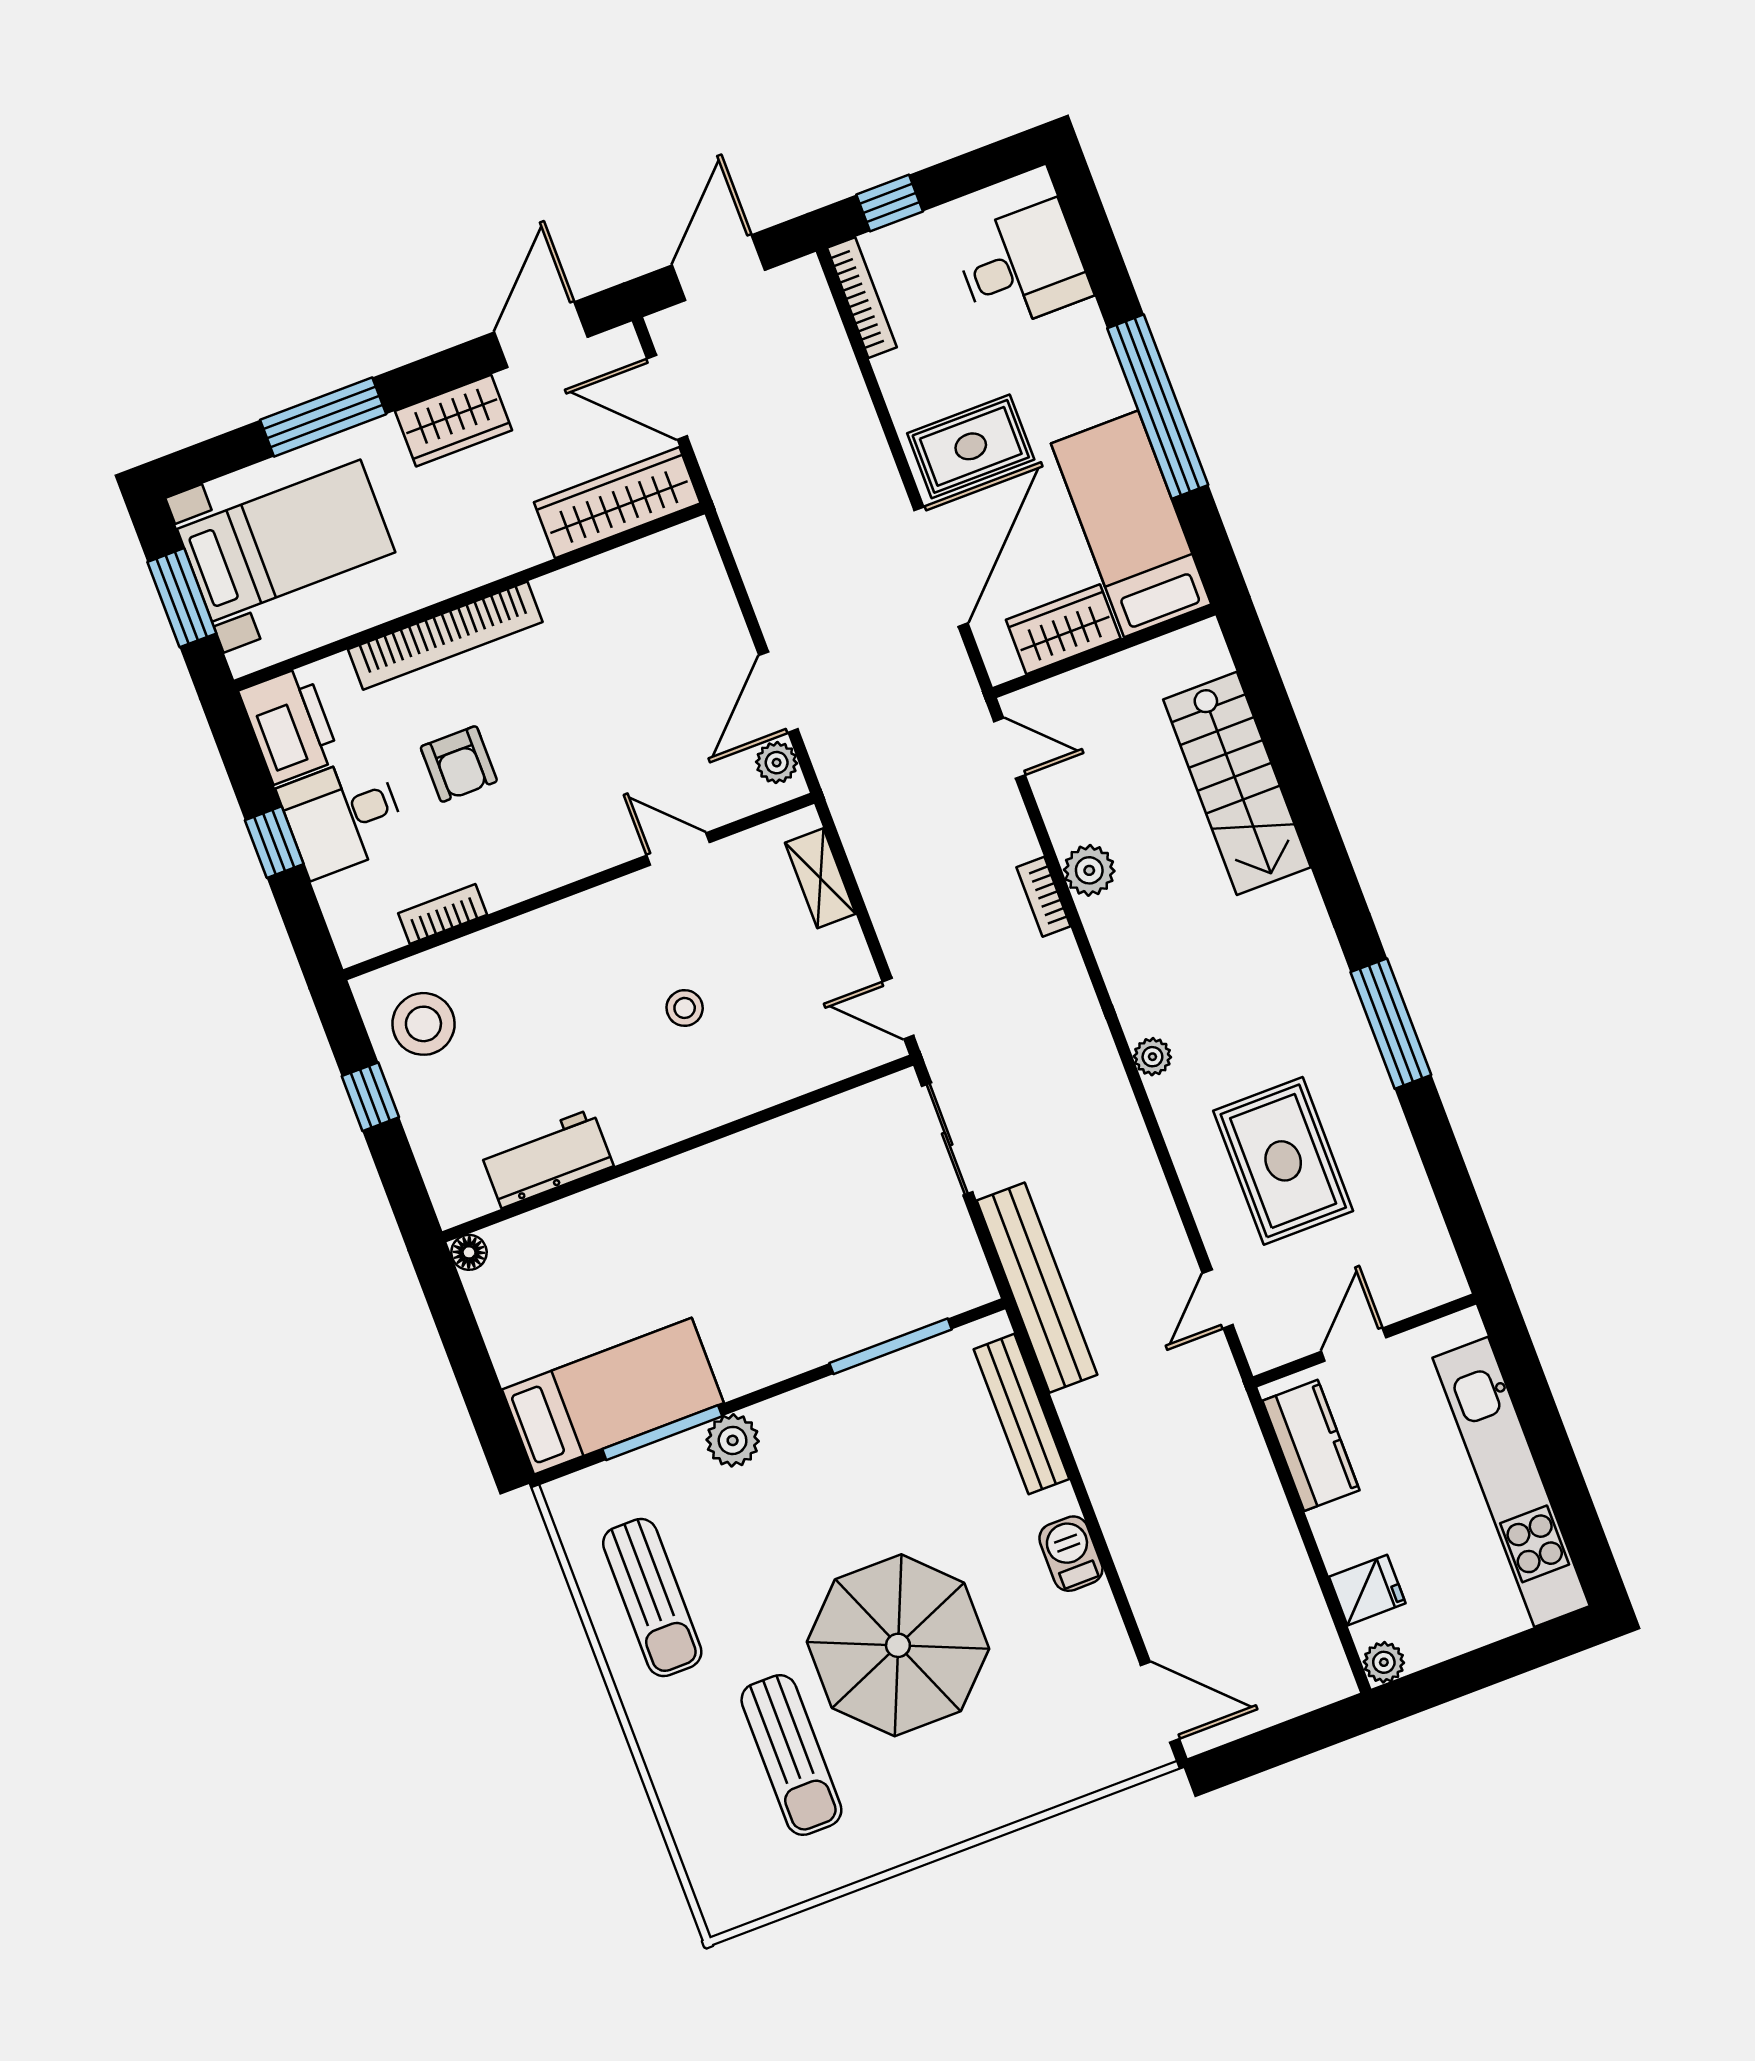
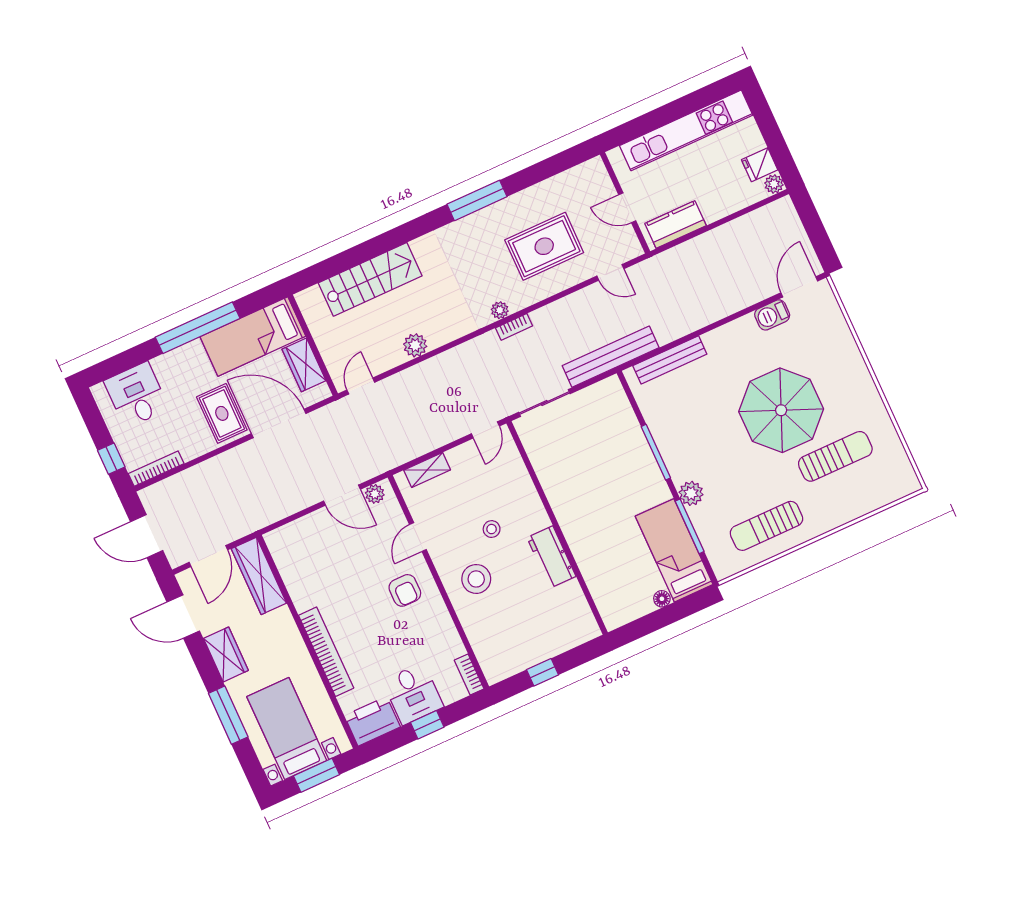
armchair: (459, 764) -> (405, 590), moved, turned 90
bookcase: (1043, 897) -> (514, 327), moved
bookcase: (443, 914) -> (469, 675), moved
stool: (423, 1024) -> (476, 579), moved
workbench: (547, 1158) -> (551, 557), moved
floor lamp: (469, 1252) -> (662, 599), moved
window: (891, 1346) -> (656, 452), moved
barbecue: (1071, 1554) -> (772, 315), moved
fridge: (1367, 1590) -> (760, 165), moved, turned -90
sun lounger: (652, 1598) -> (766, 526), turned 180

